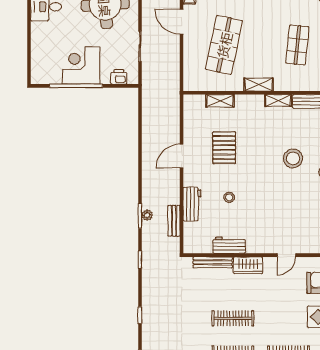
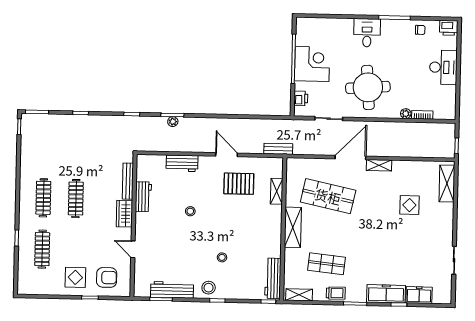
door: (182, 22) -> (350, 157), width x1.36
shelving: (259, 85) -> (293, 227), width x1.50, depth x1.33
shelving: (278, 100) -> (276, 245), removed
pallet: (224, 148) -> (239, 184), moved
stool: (293, 158) -> (222, 257), width x0.53, depth x0.53
stool: (229, 197) -> (190, 211), moved
bench: (174, 221) -> (278, 149), moved

